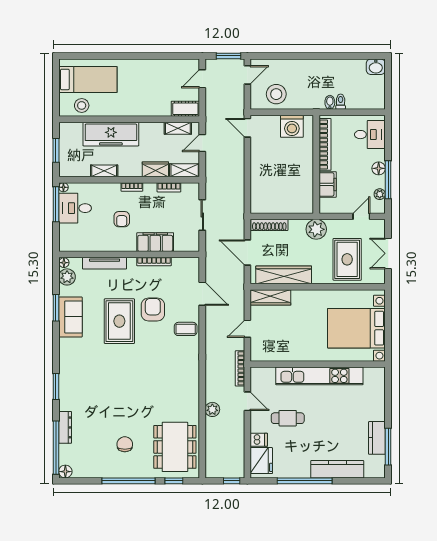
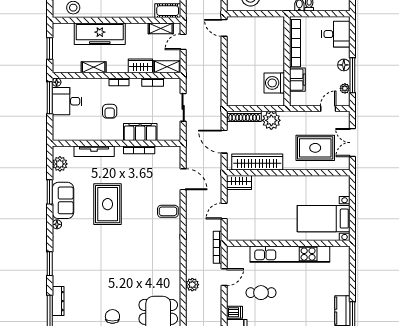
washing machine: (292, 126) -> (274, 83), moved, turned 90
plant: (316, 229) -> (271, 120), moved
rug: (347, 259) -> (315, 148), turned 90
floor lamp: (64, 263) -> (57, 224), moved
wardrobe: (270, 297) -> (239, 182), width x0.67
armchair: (153, 309) -> (138, 194), removed
bed with nightstands: (356, 328) -> (324, 219), width x0.73
door: (247, 401) -> (224, 277), hinge flipped

